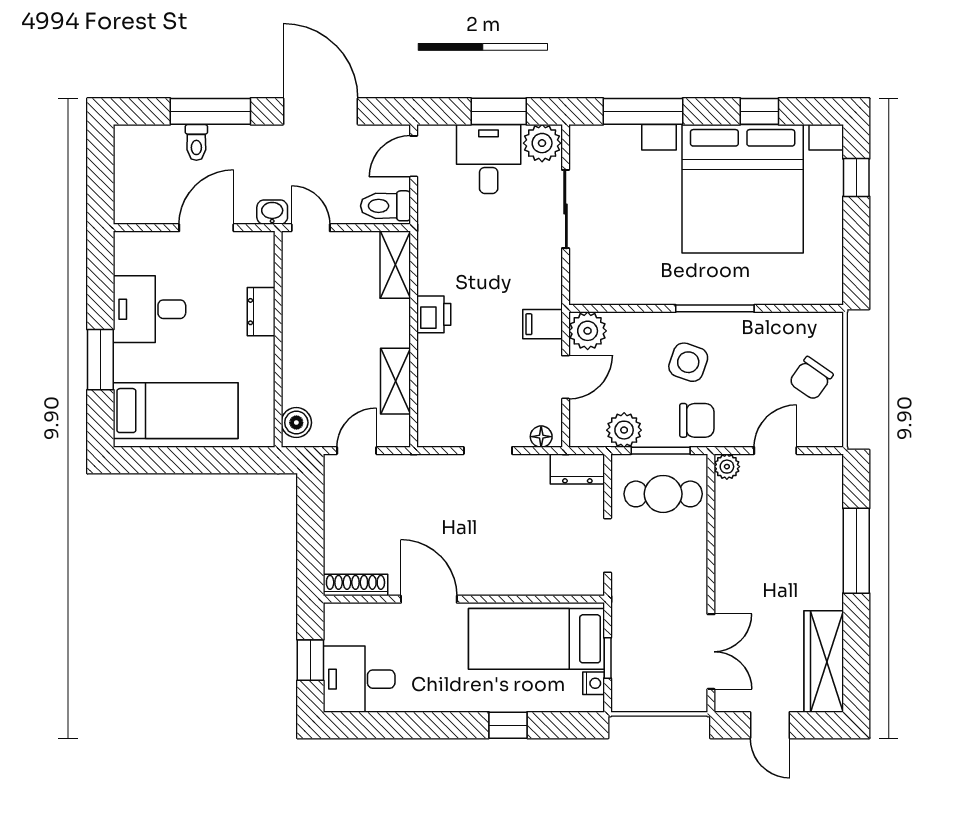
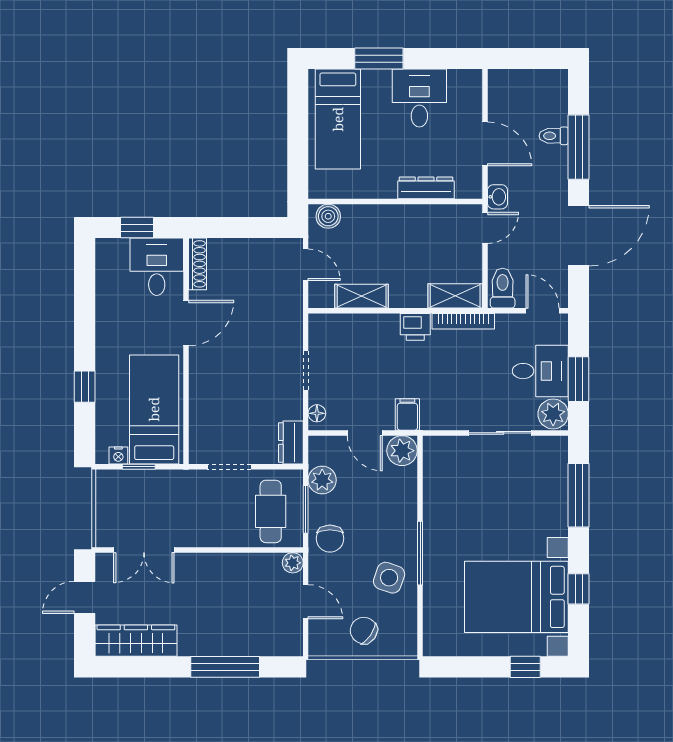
bed with nightstands: (743, 189) -> (516, 597), width x0.73
bookcase: (427, 255) -> (463, 321), added
dresser: (261, 312) -> (426, 188), width x1.44
side table: (688, 362) -> (389, 578), moved
desk: (359, 679) -> (157, 267), moved

